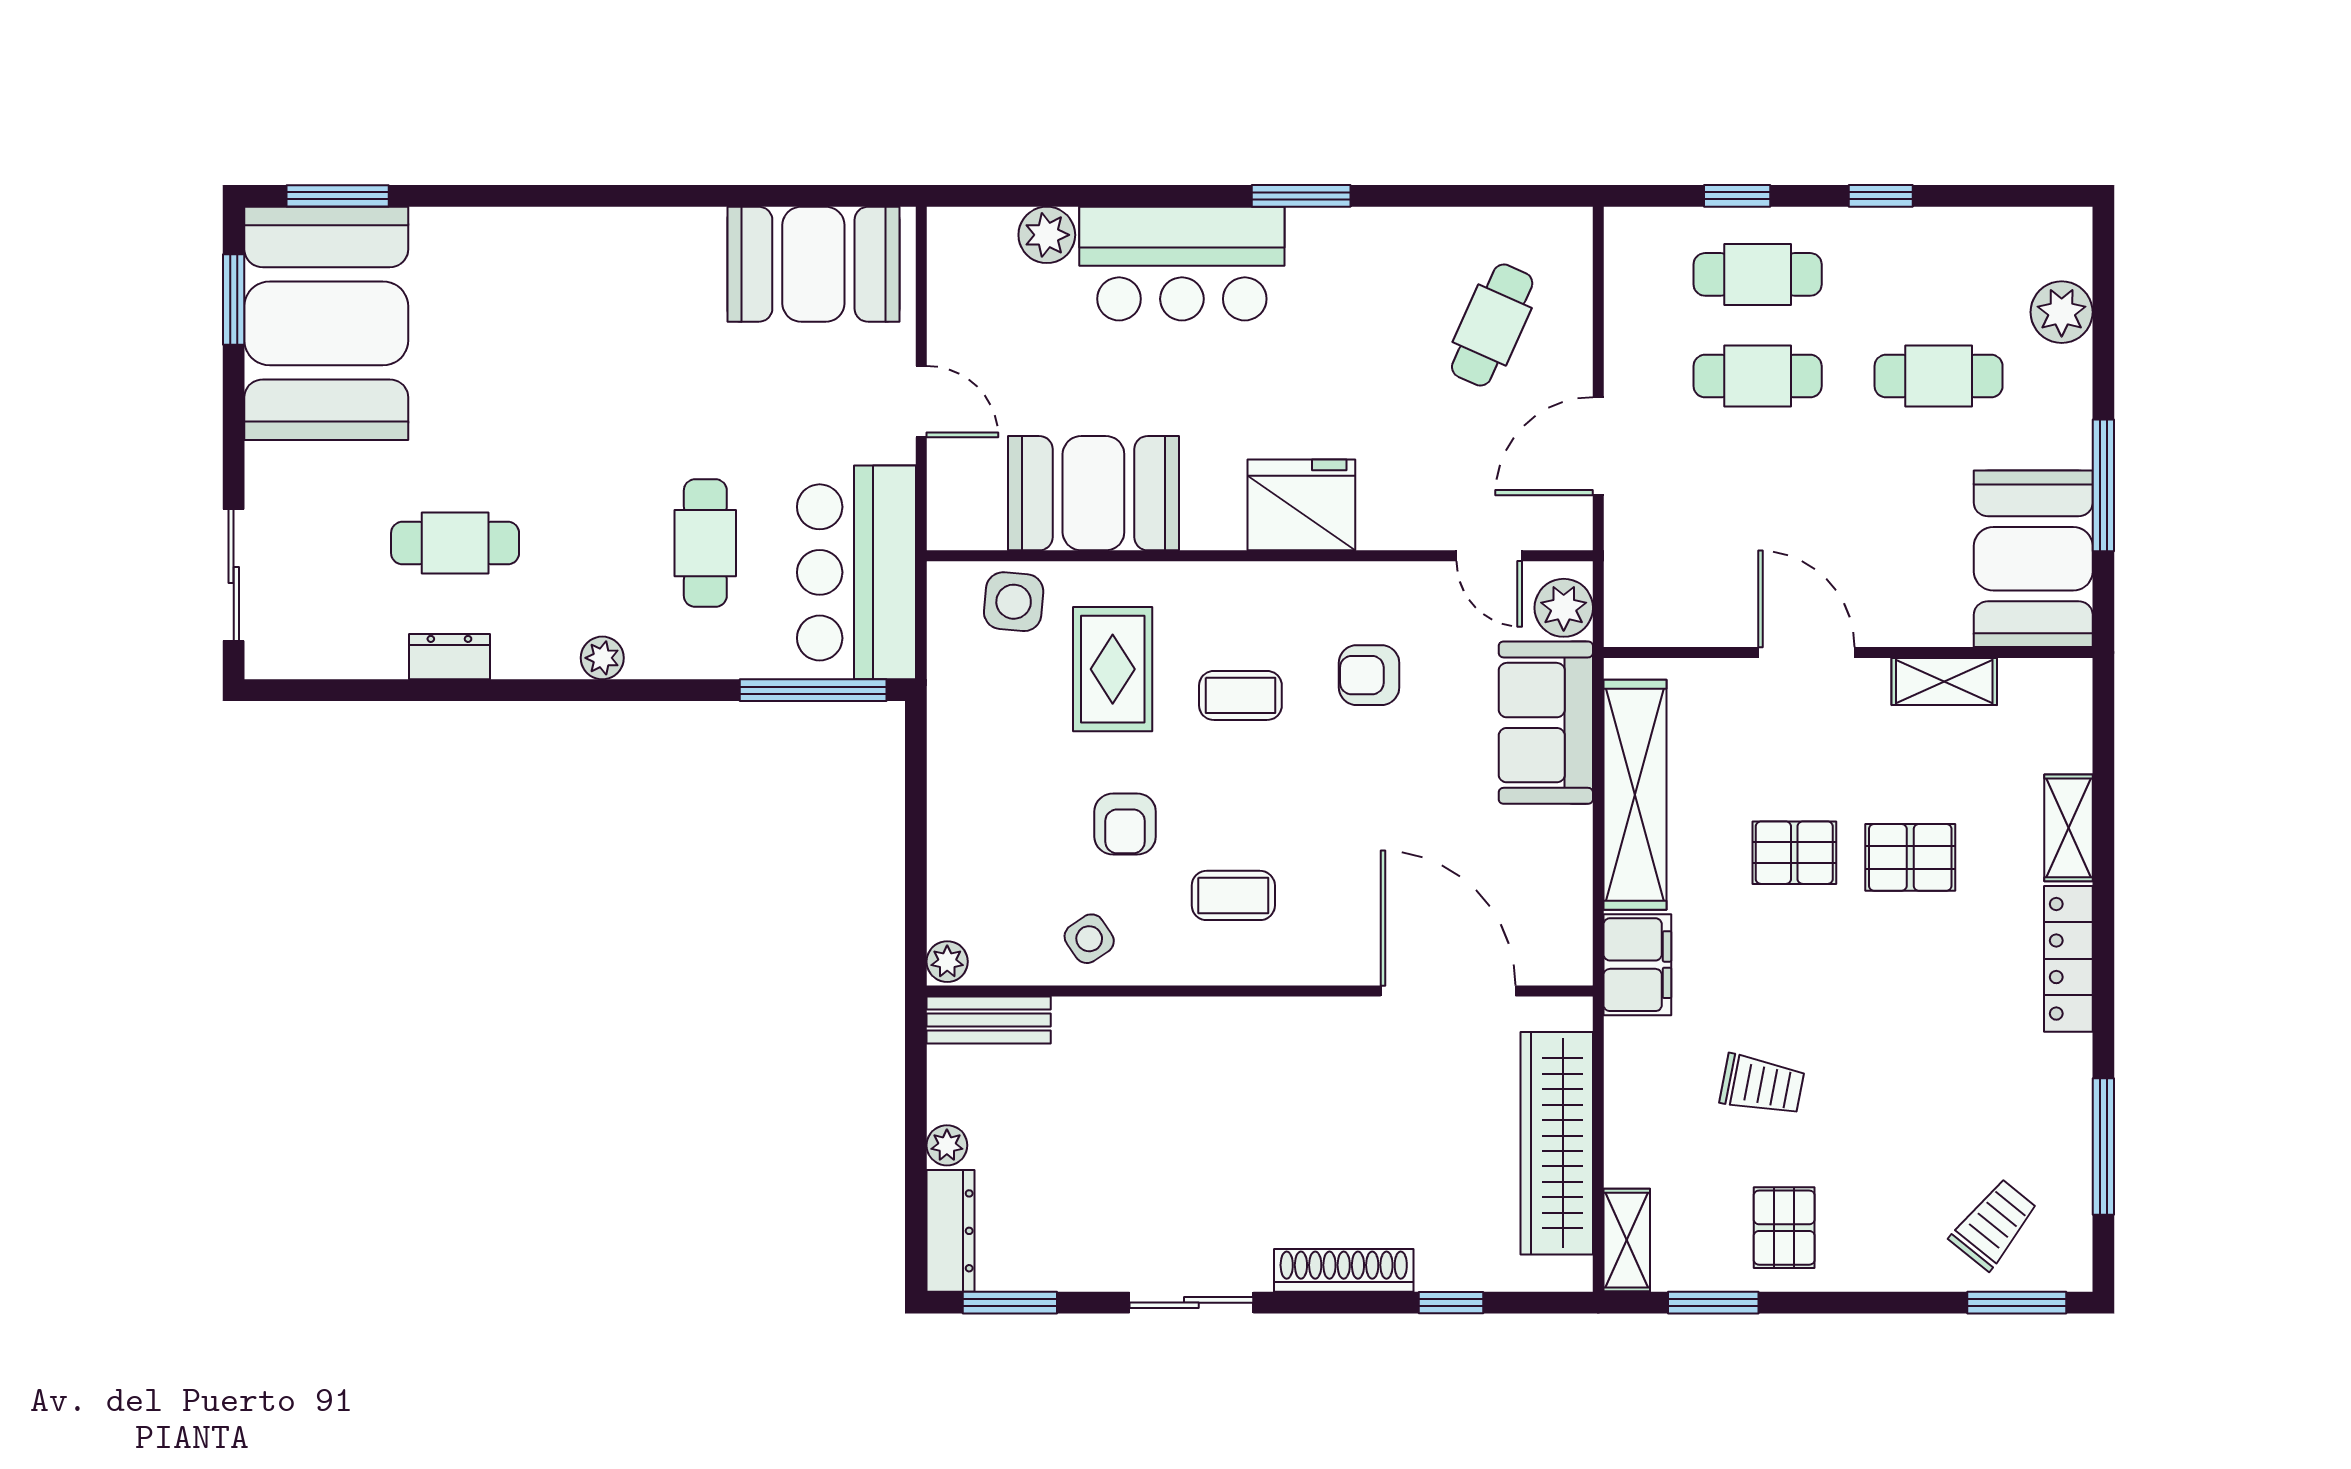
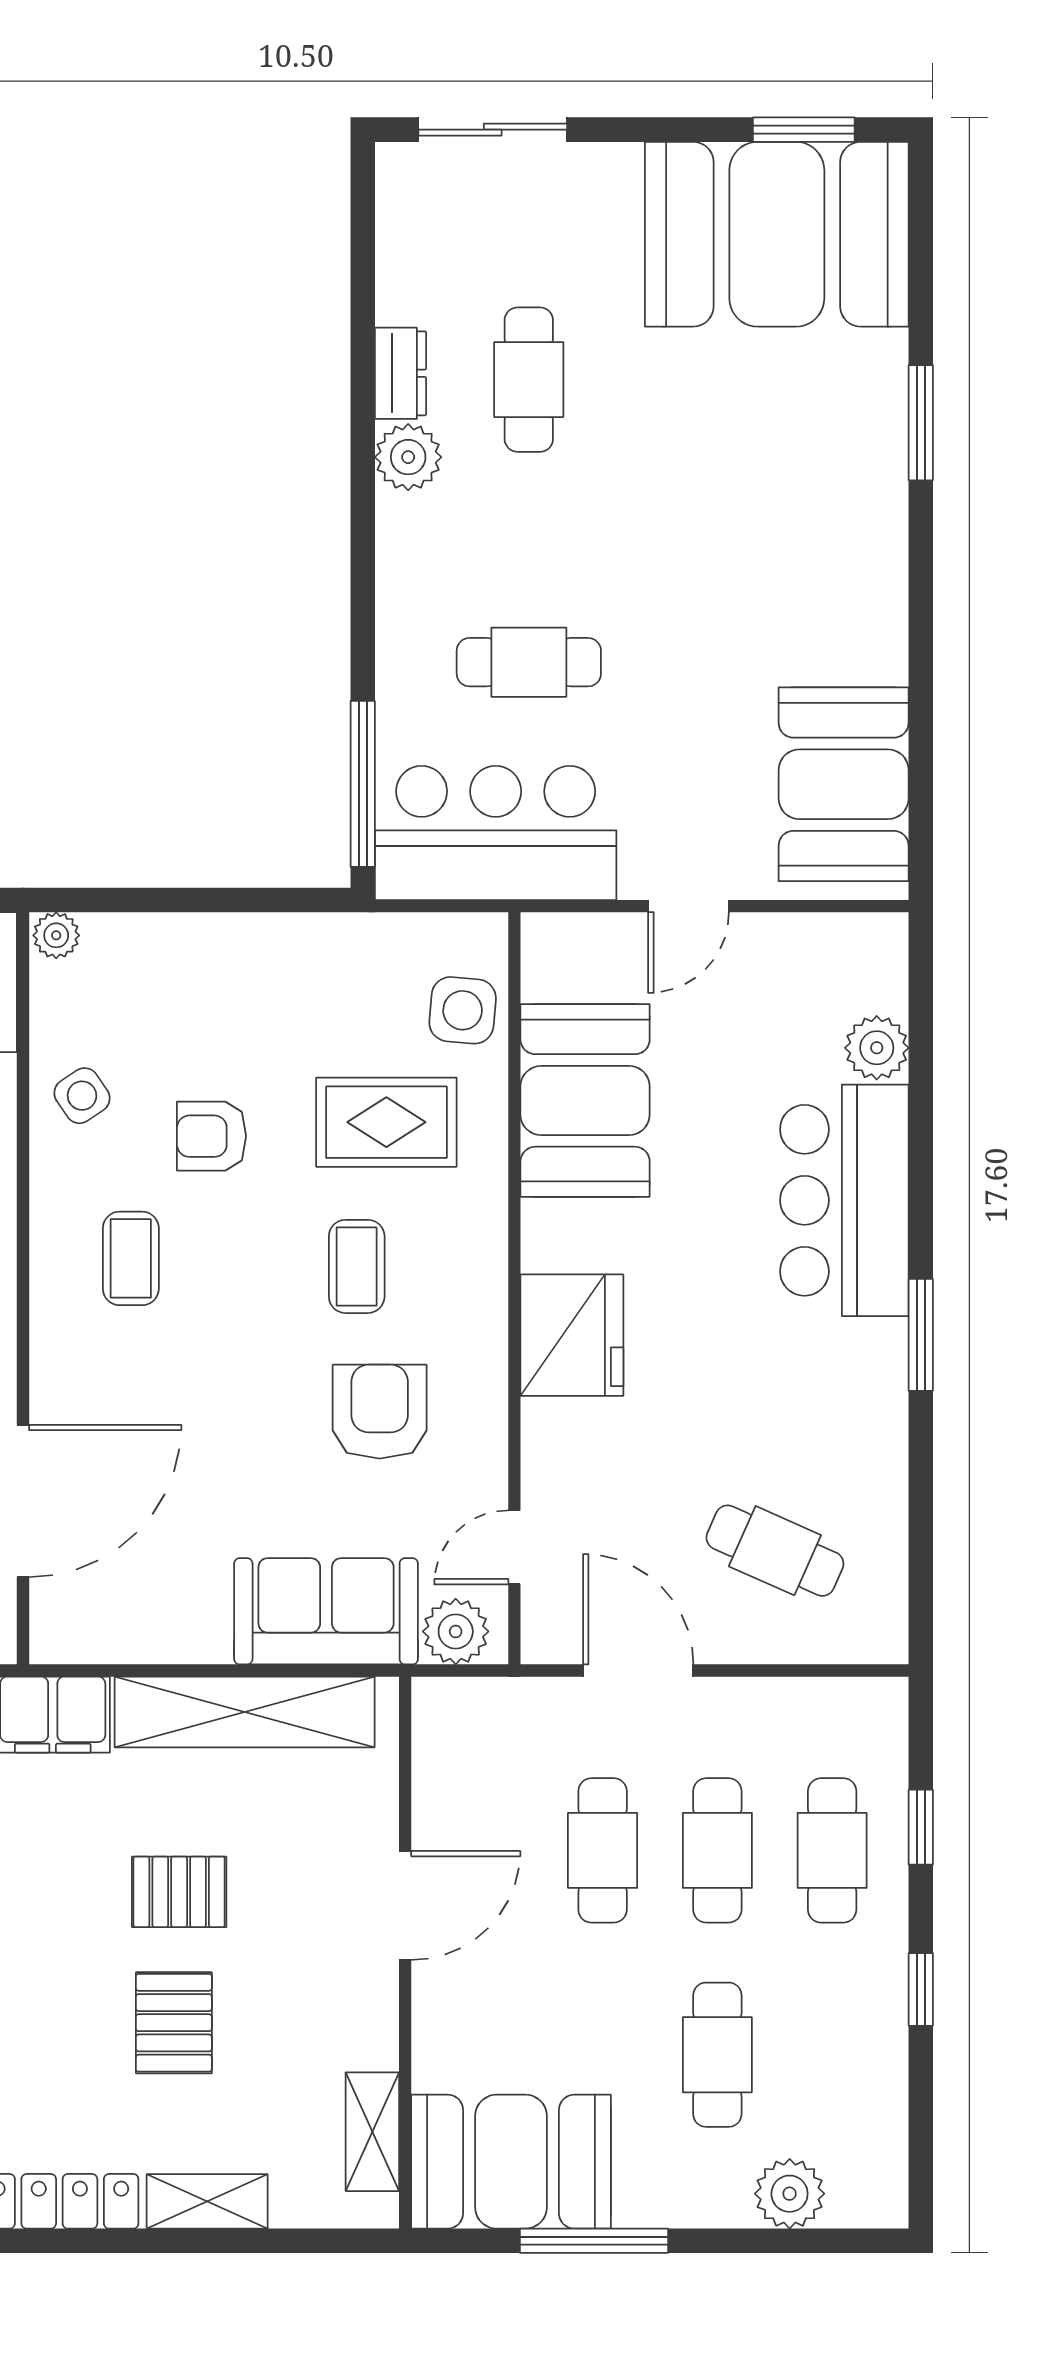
window: (338, 196) -> (921, 423), moved
cafe table: (1758, 478) -> (603, 1850), added
plant: (602, 658) -> (408, 457), moved, width x1.38, depth x1.38
armchair: (1369, 675) -> (380, 1412), width x1.38, depth x1.38
shelving: (1944, 682) -> (372, 2132), moved
pallet: (1794, 853) -> (179, 1892), turned 90

